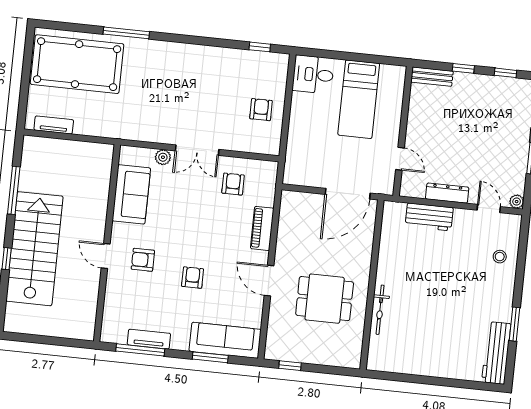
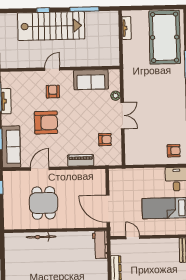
armchair: (261, 110) -> (174, 151), moved
double door: (197, 150) -> (122, 115), swing flipped
door: (400, 159) -> (133, 237), swing flipped
workbench: (429, 217) -> (100, 245), moved
armchair: (193, 278) -> (46, 123), width x1.88, depth x1.88
door: (269, 281) -> (40, 169), moved

